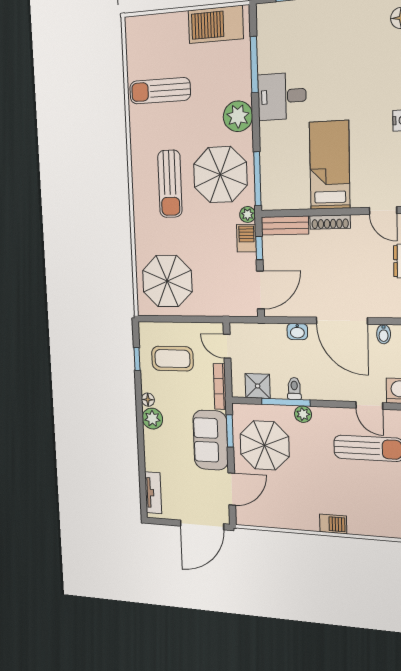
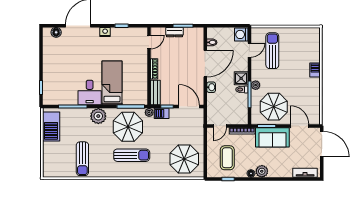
bed: (330, 165) -> (112, 83), moved, turned 90
shower: (258, 386) -> (241, 78), moved

